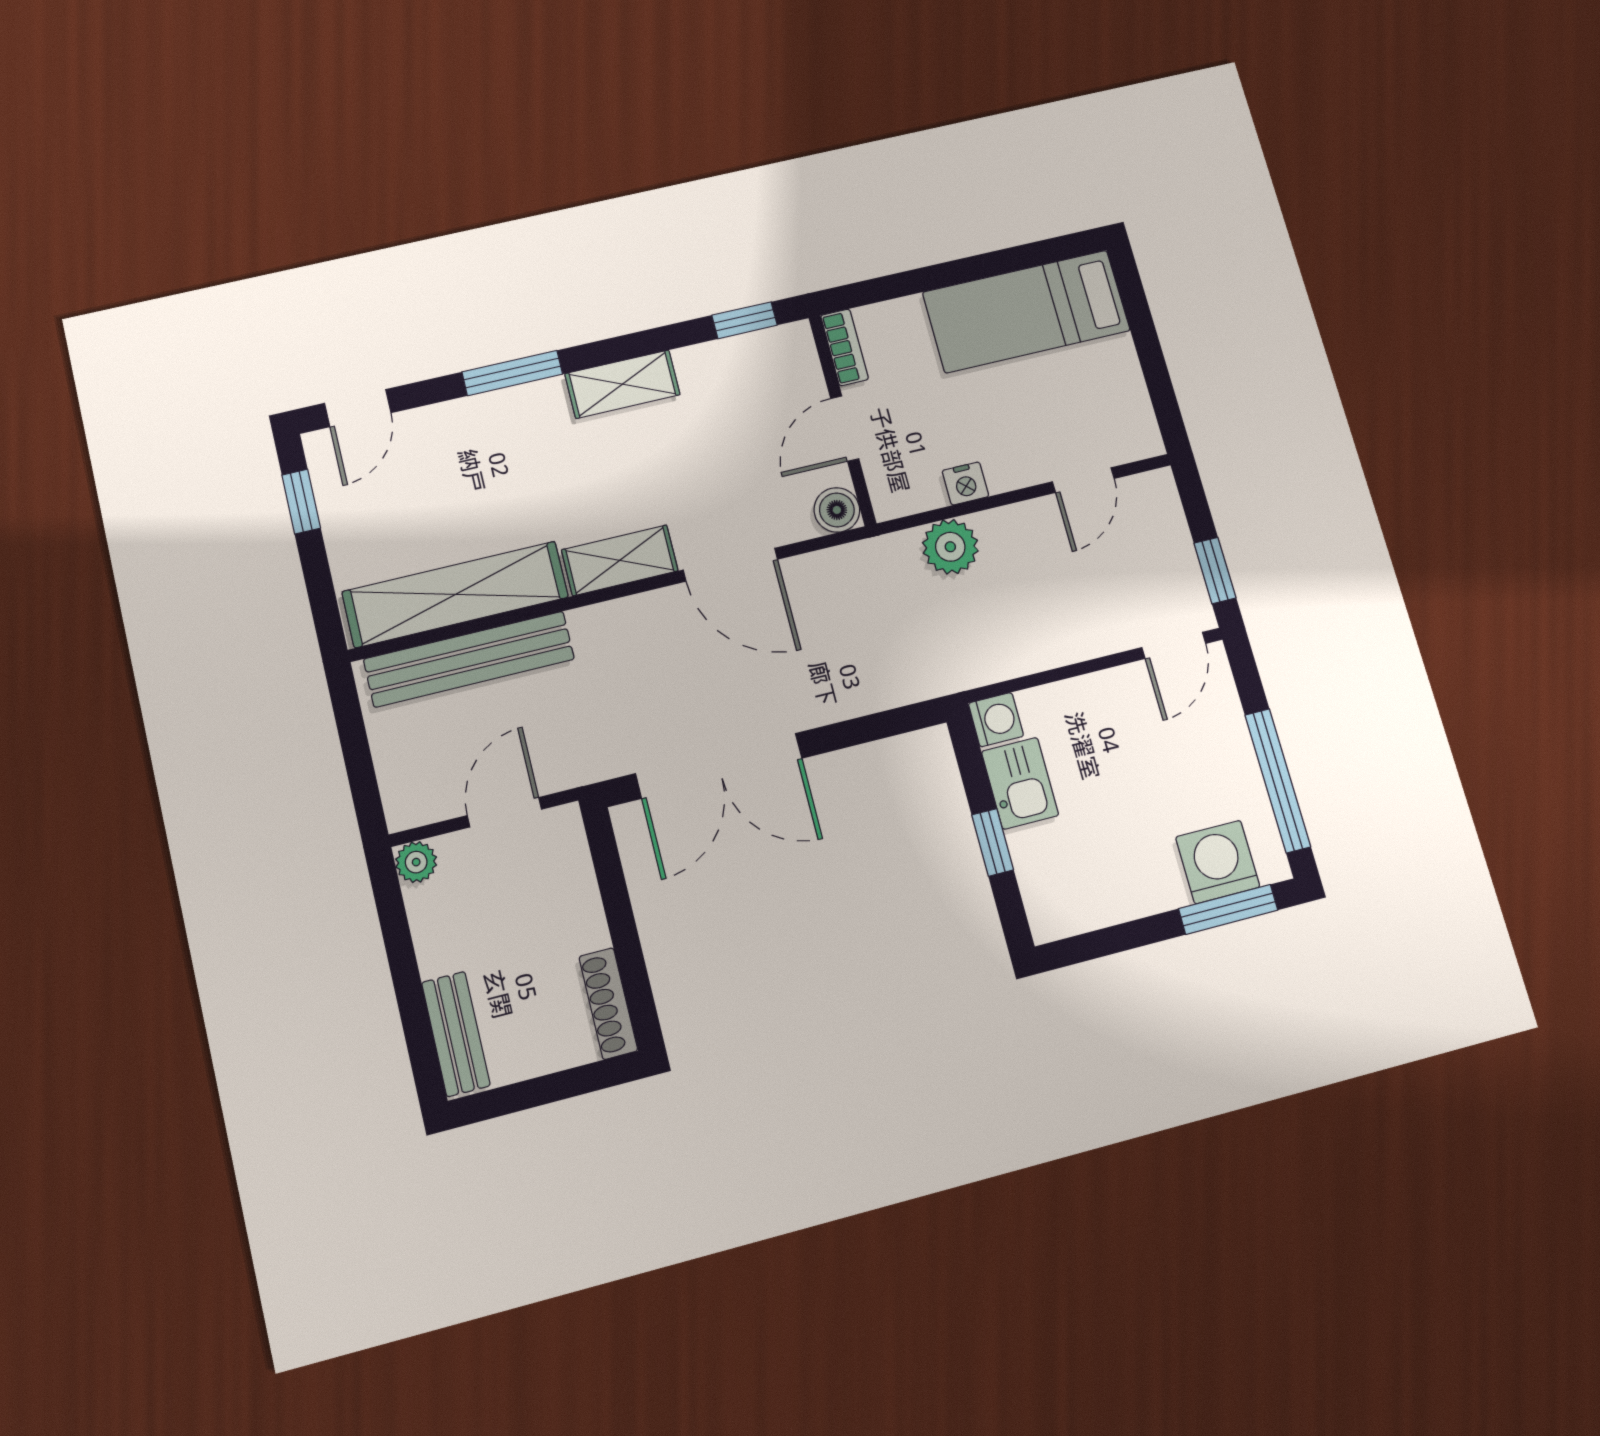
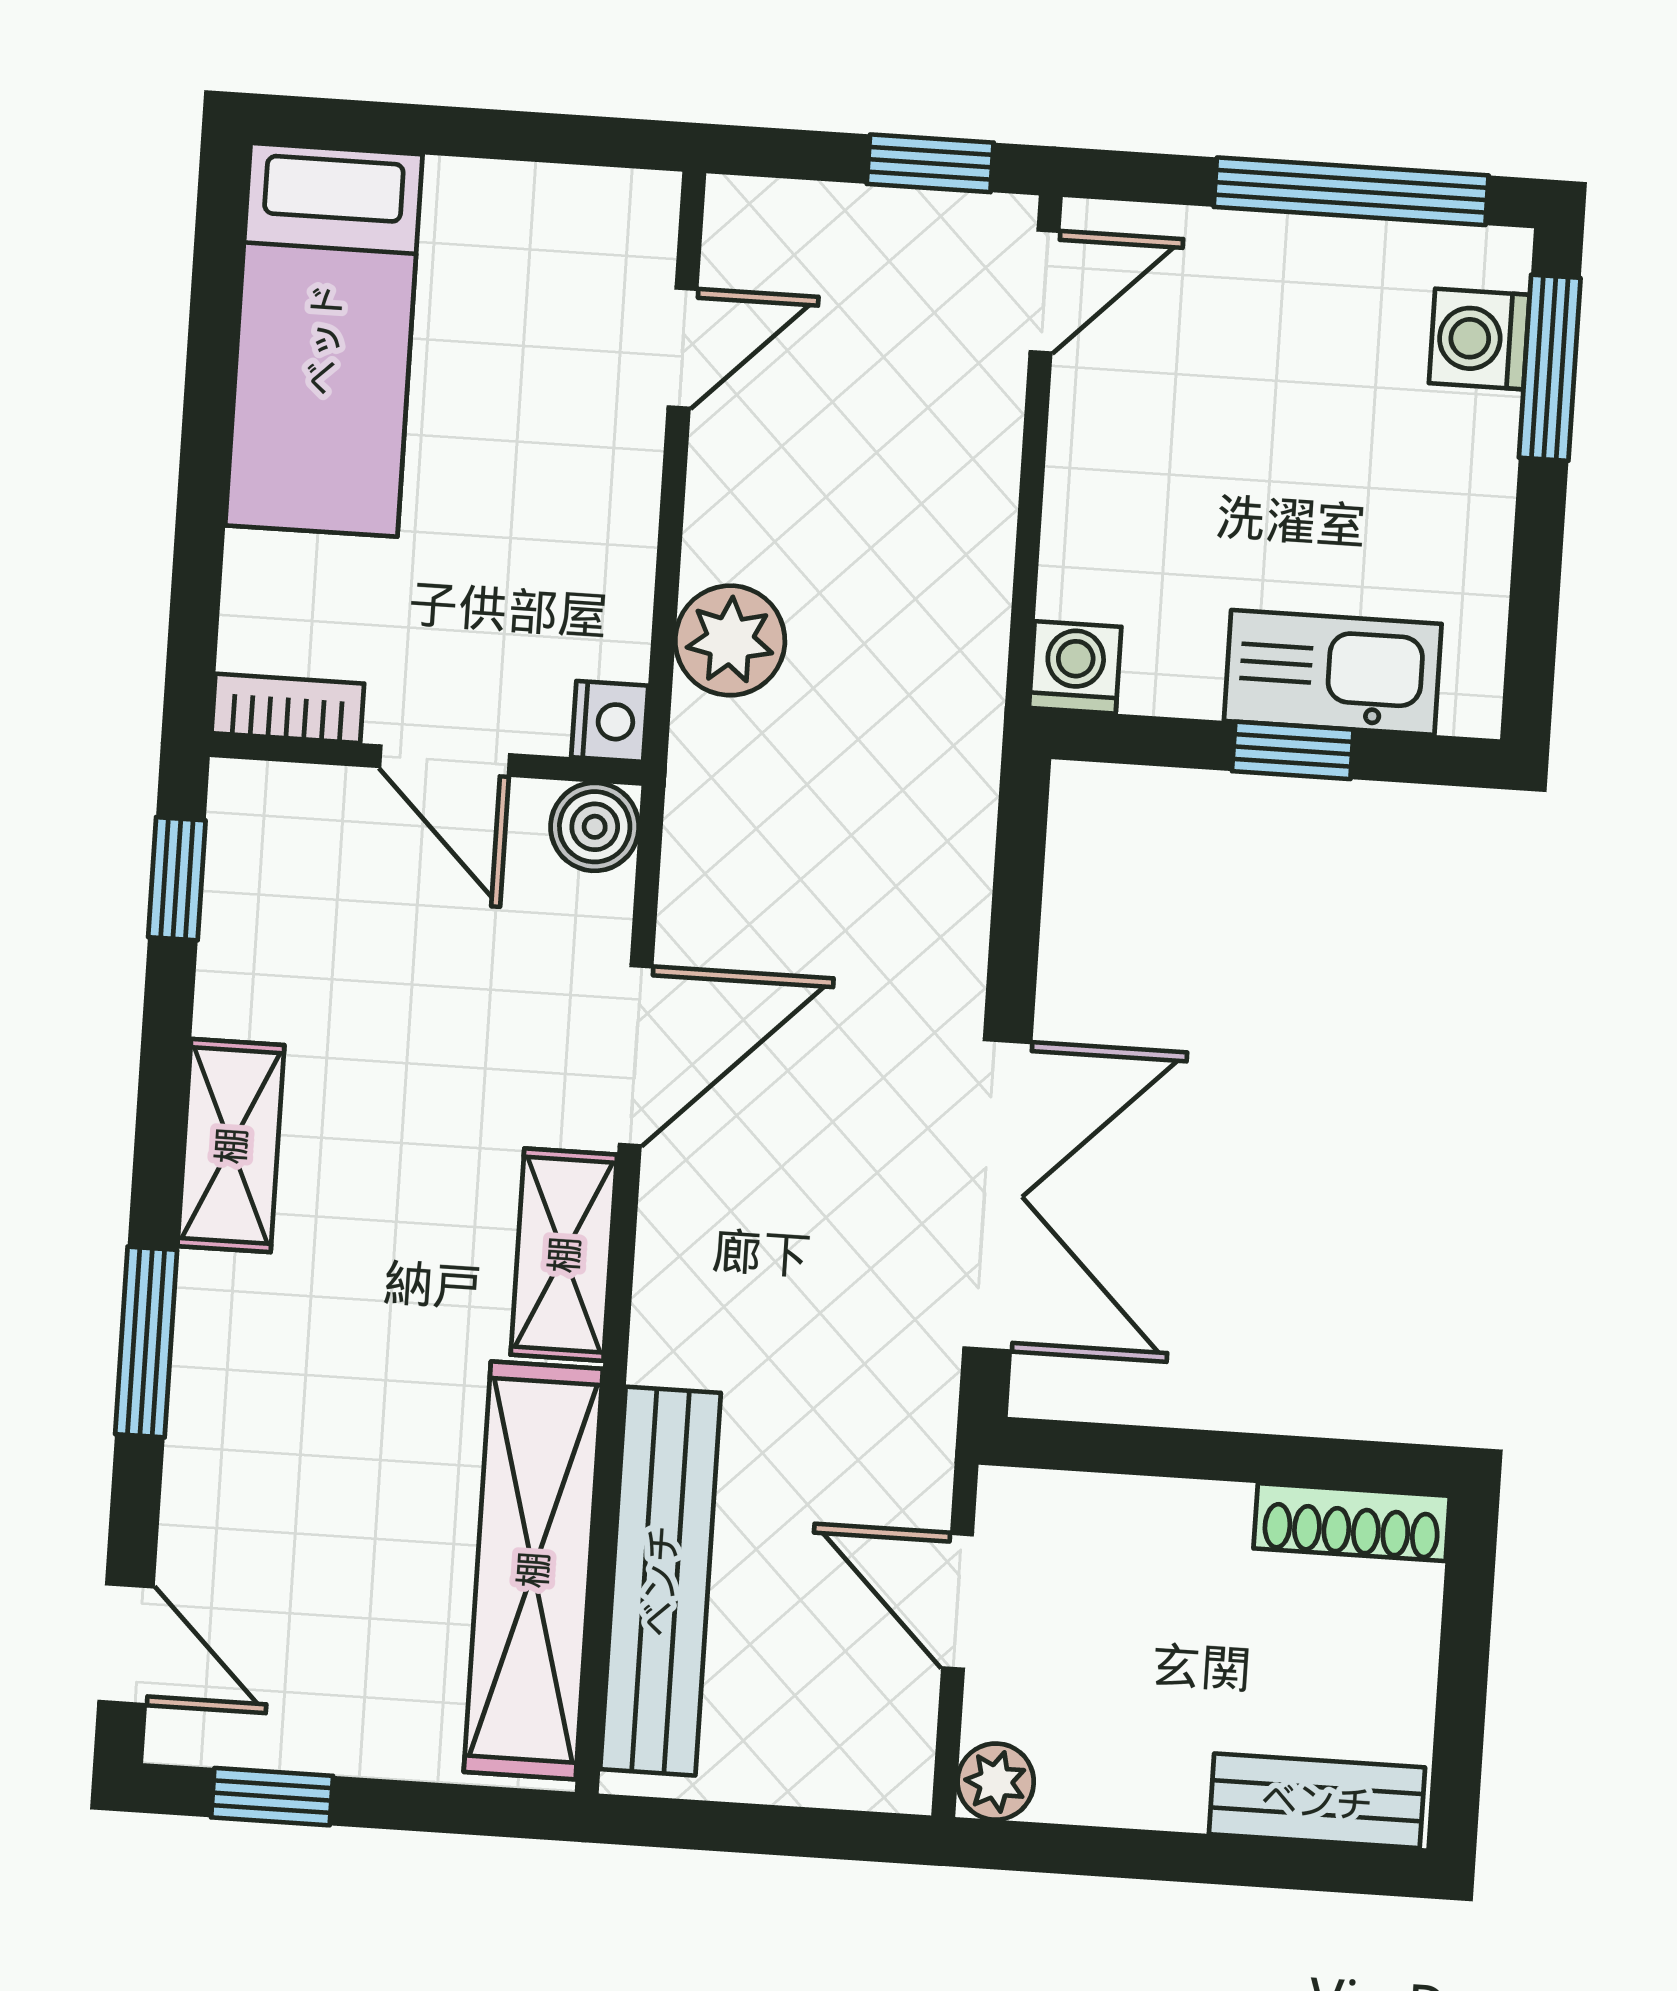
door: (1083, 480) -> (683, 348), hinge flipped
nightstand: (965, 483) -> (610, 721), moved
door: (1174, 645) -> (1044, 291), hinge flipped
kitchen sink: (1020, 783) -> (1333, 672), moved, width x1.38
washing machine: (1218, 862) -> (1479, 339), width x0.73, depth x0.73

